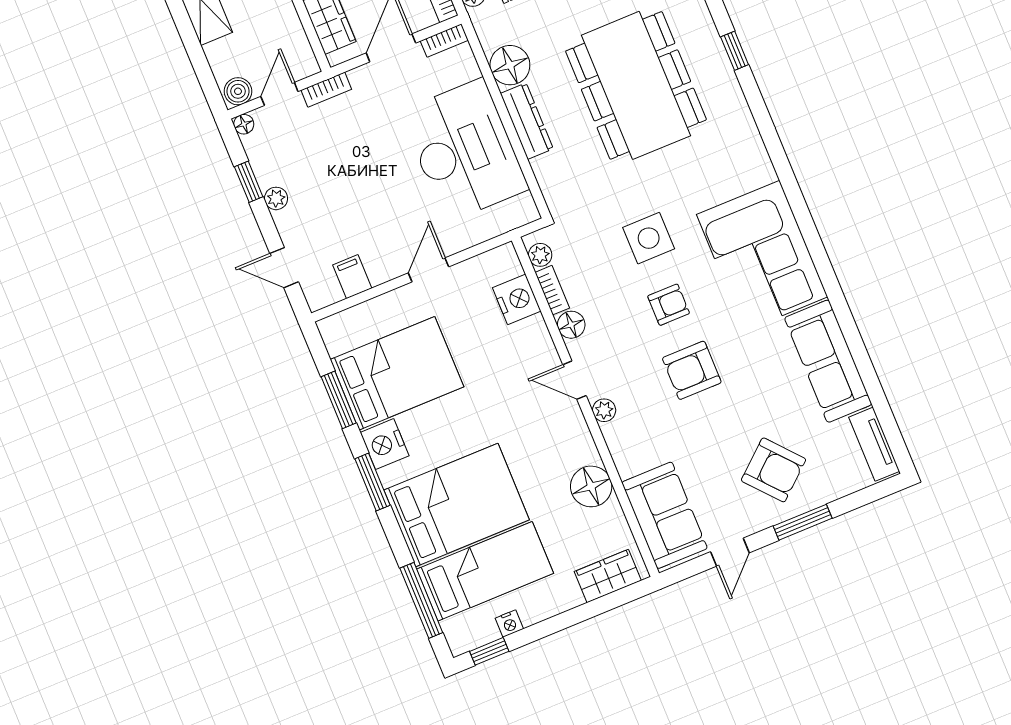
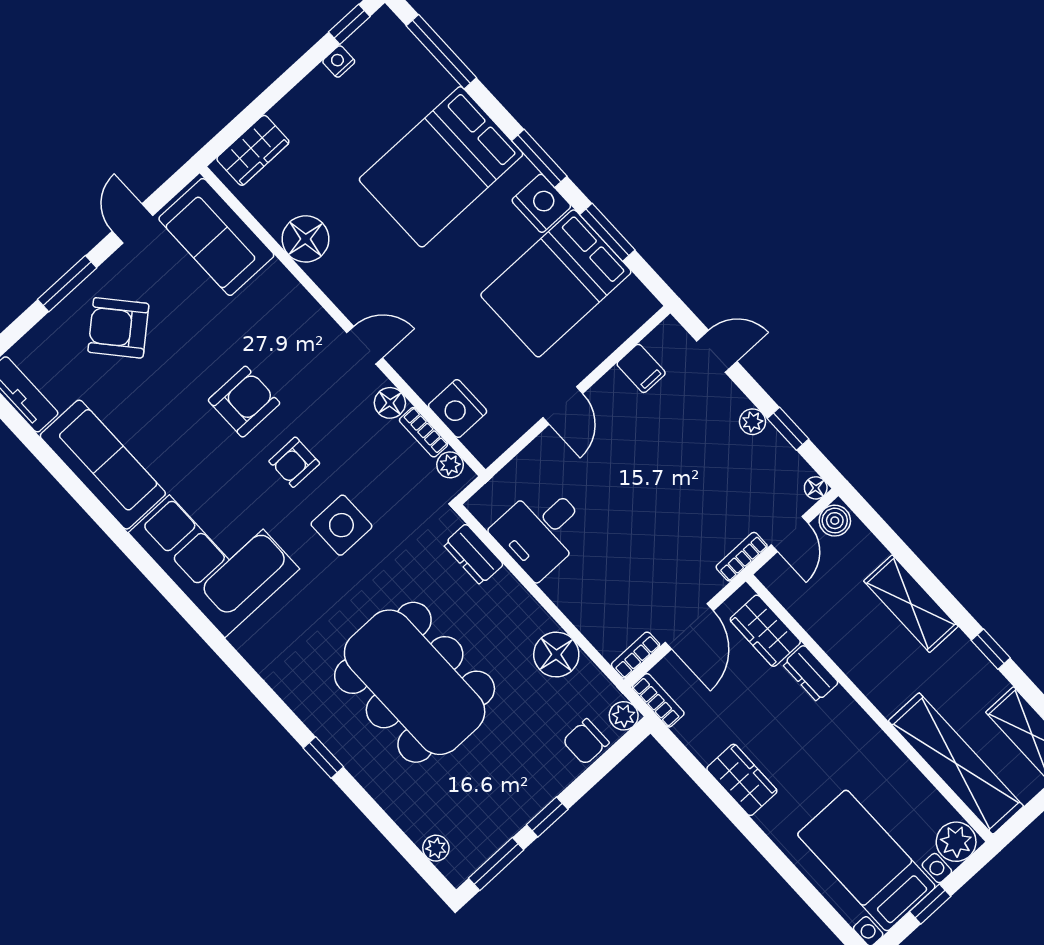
dresser: (527, 121) -> (473, 554), moved, width x0.70
desk: (464, 150) -> (541, 531), width x0.53, depth x0.77
plant: (604, 410) -> (322, 325), removed
bed: (485, 571) -> (385, 108), removed

